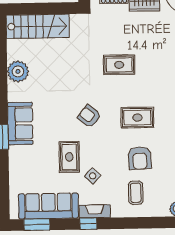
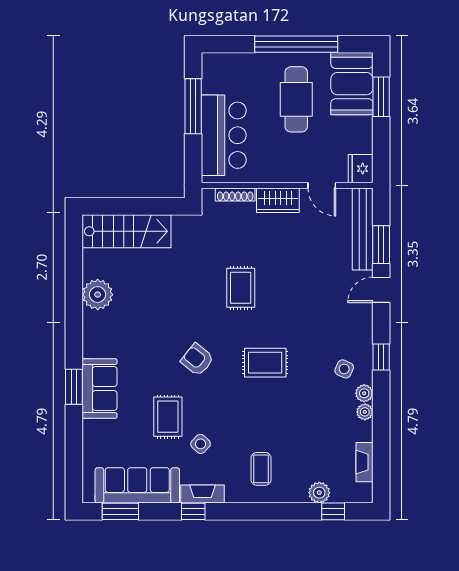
rug: (119, 65) -> (241, 288), turned 90
sofa: (20, 123) -> (100, 389), moved
armchair: (140, 158) -> (267, 420), removed

